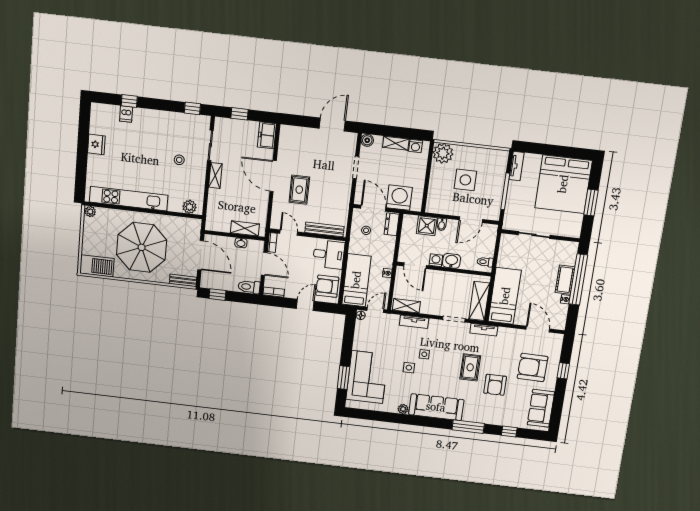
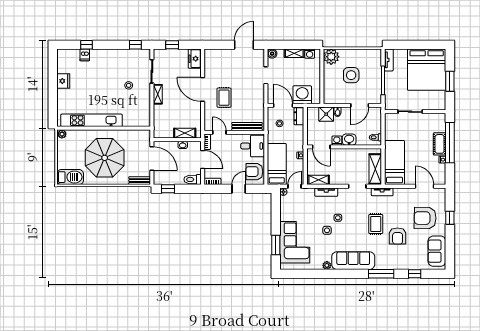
plant: (189, 207) -> (140, 121), removed

